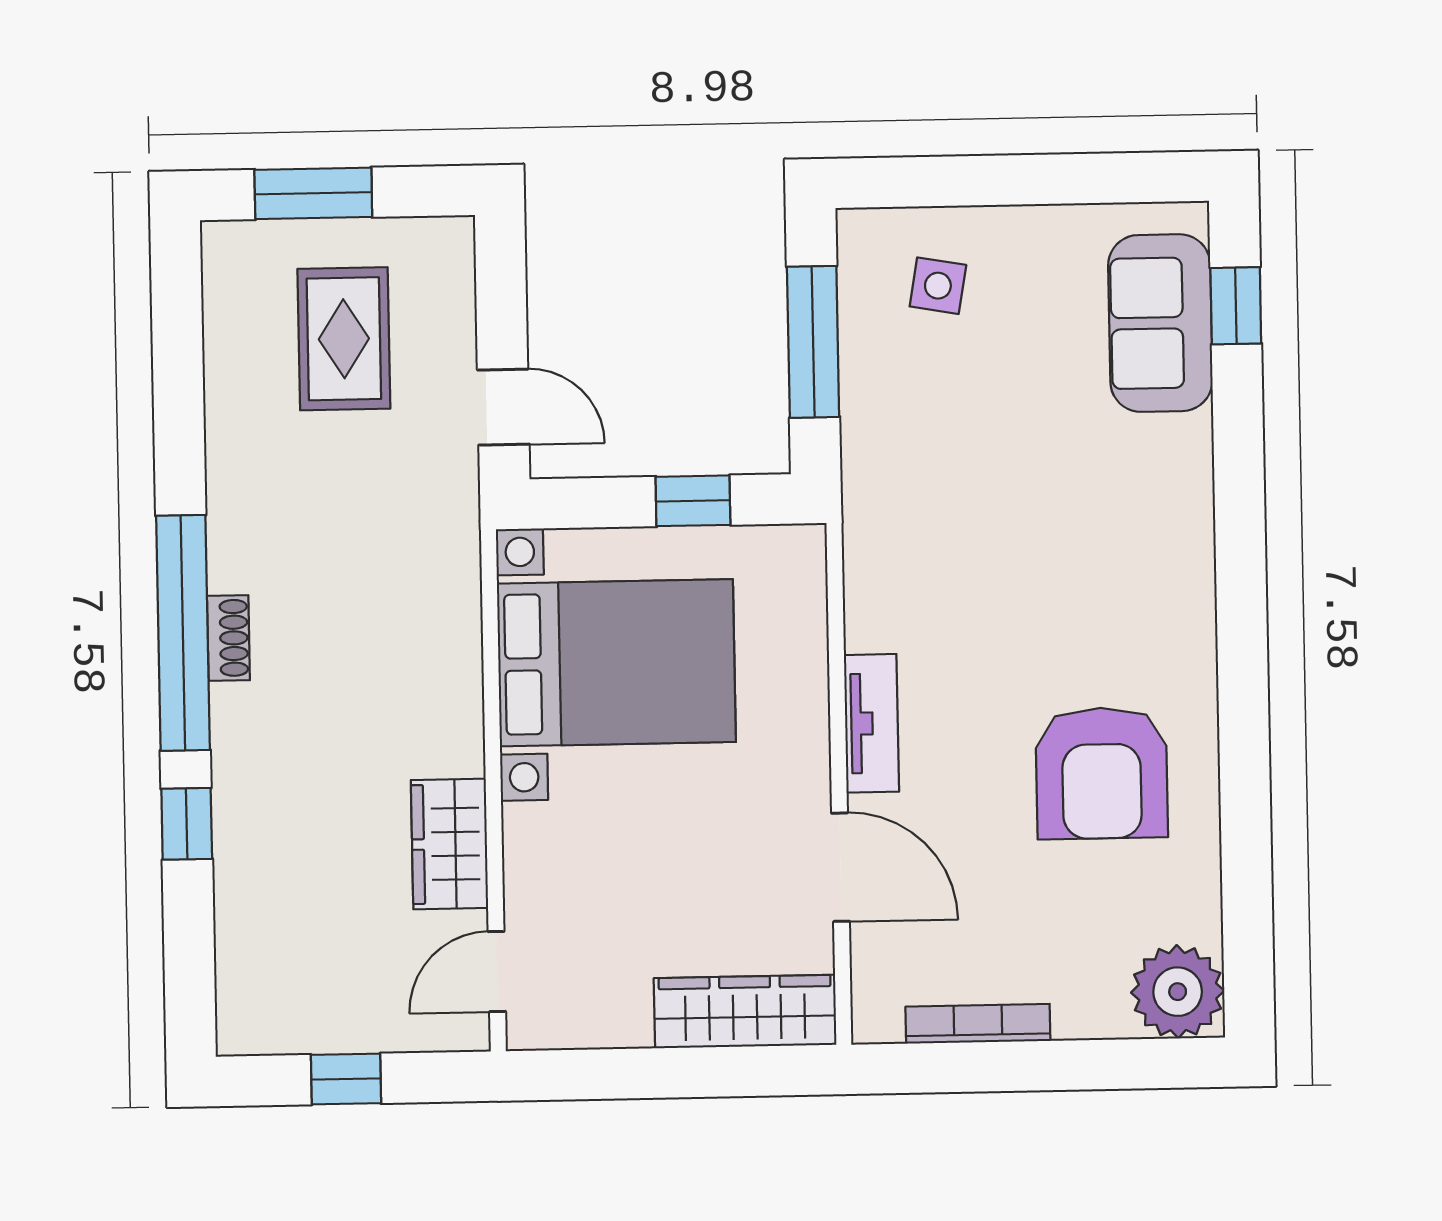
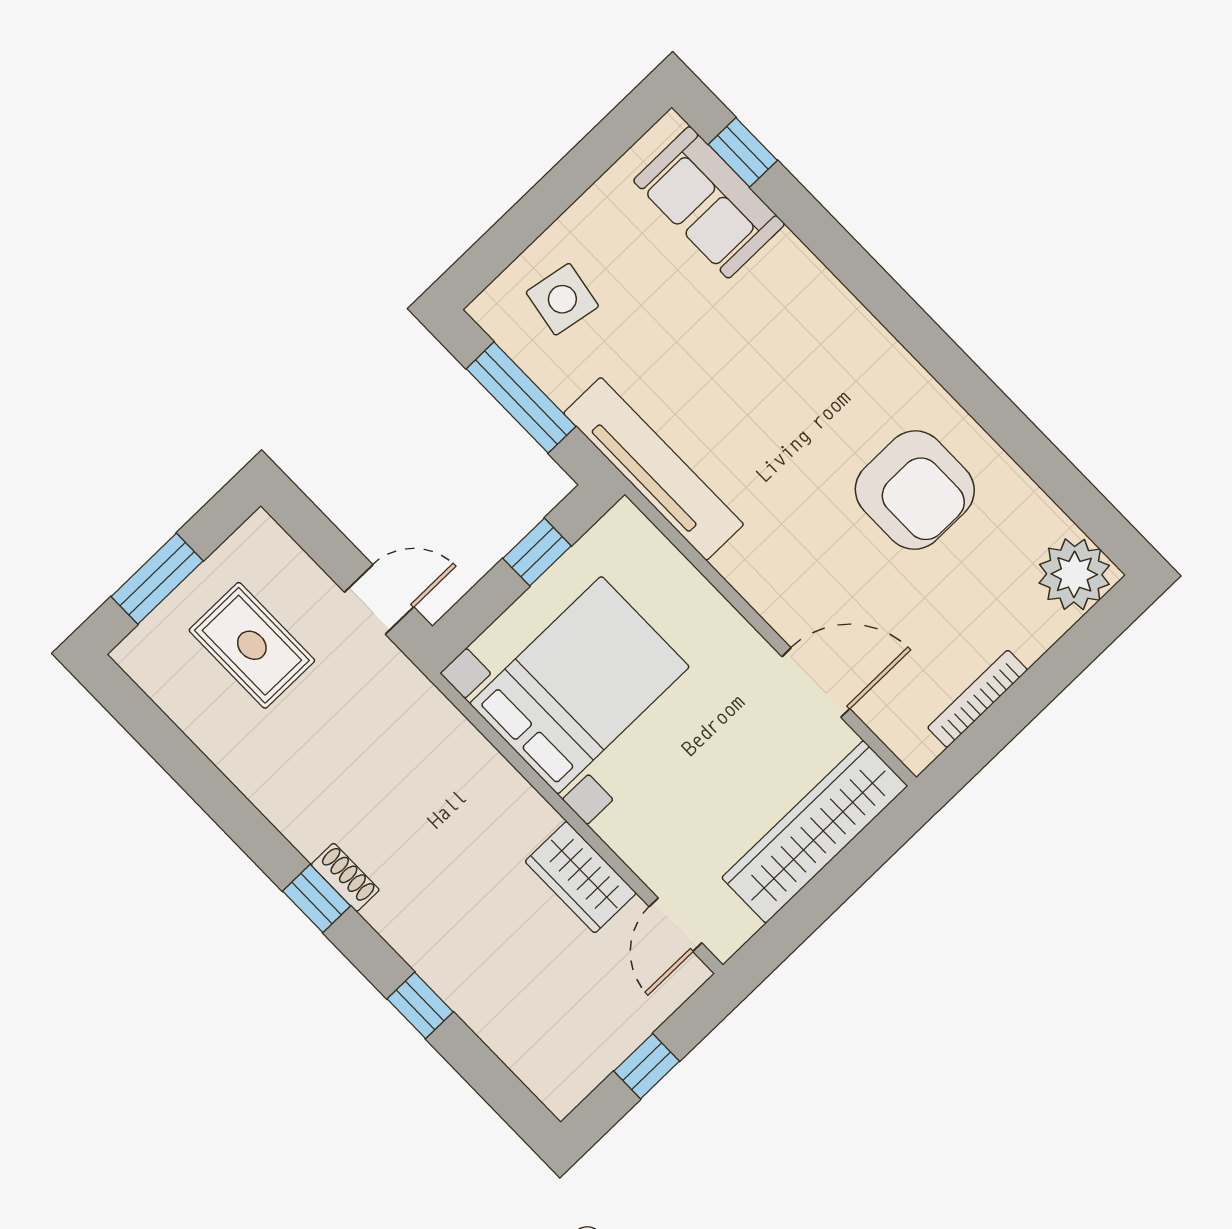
side table: (938, 286) -> (562, 299), width x1.37, depth x1.37
window: (183, 633) -> (317, 899), width x0.32
tv unit: (871, 723) -> (654, 469), moved, width x1.92, depth x1.29
wardrobe: (745, 1012) -> (815, 832), width x1.40, depth x1.17

